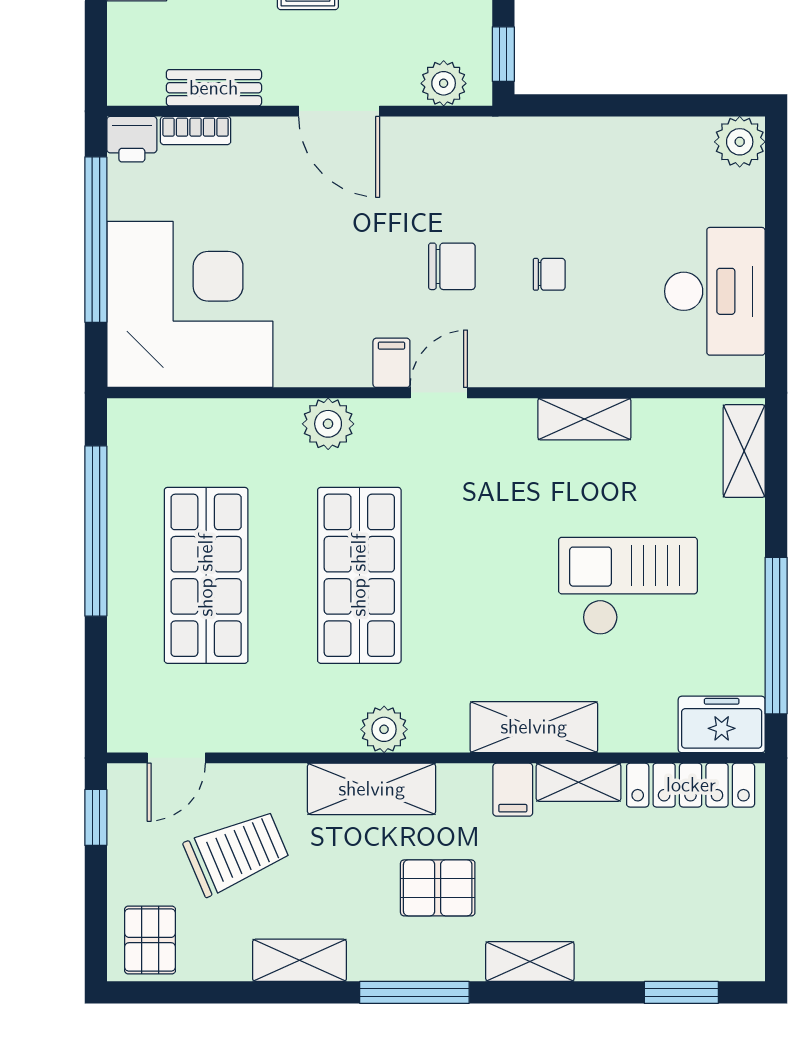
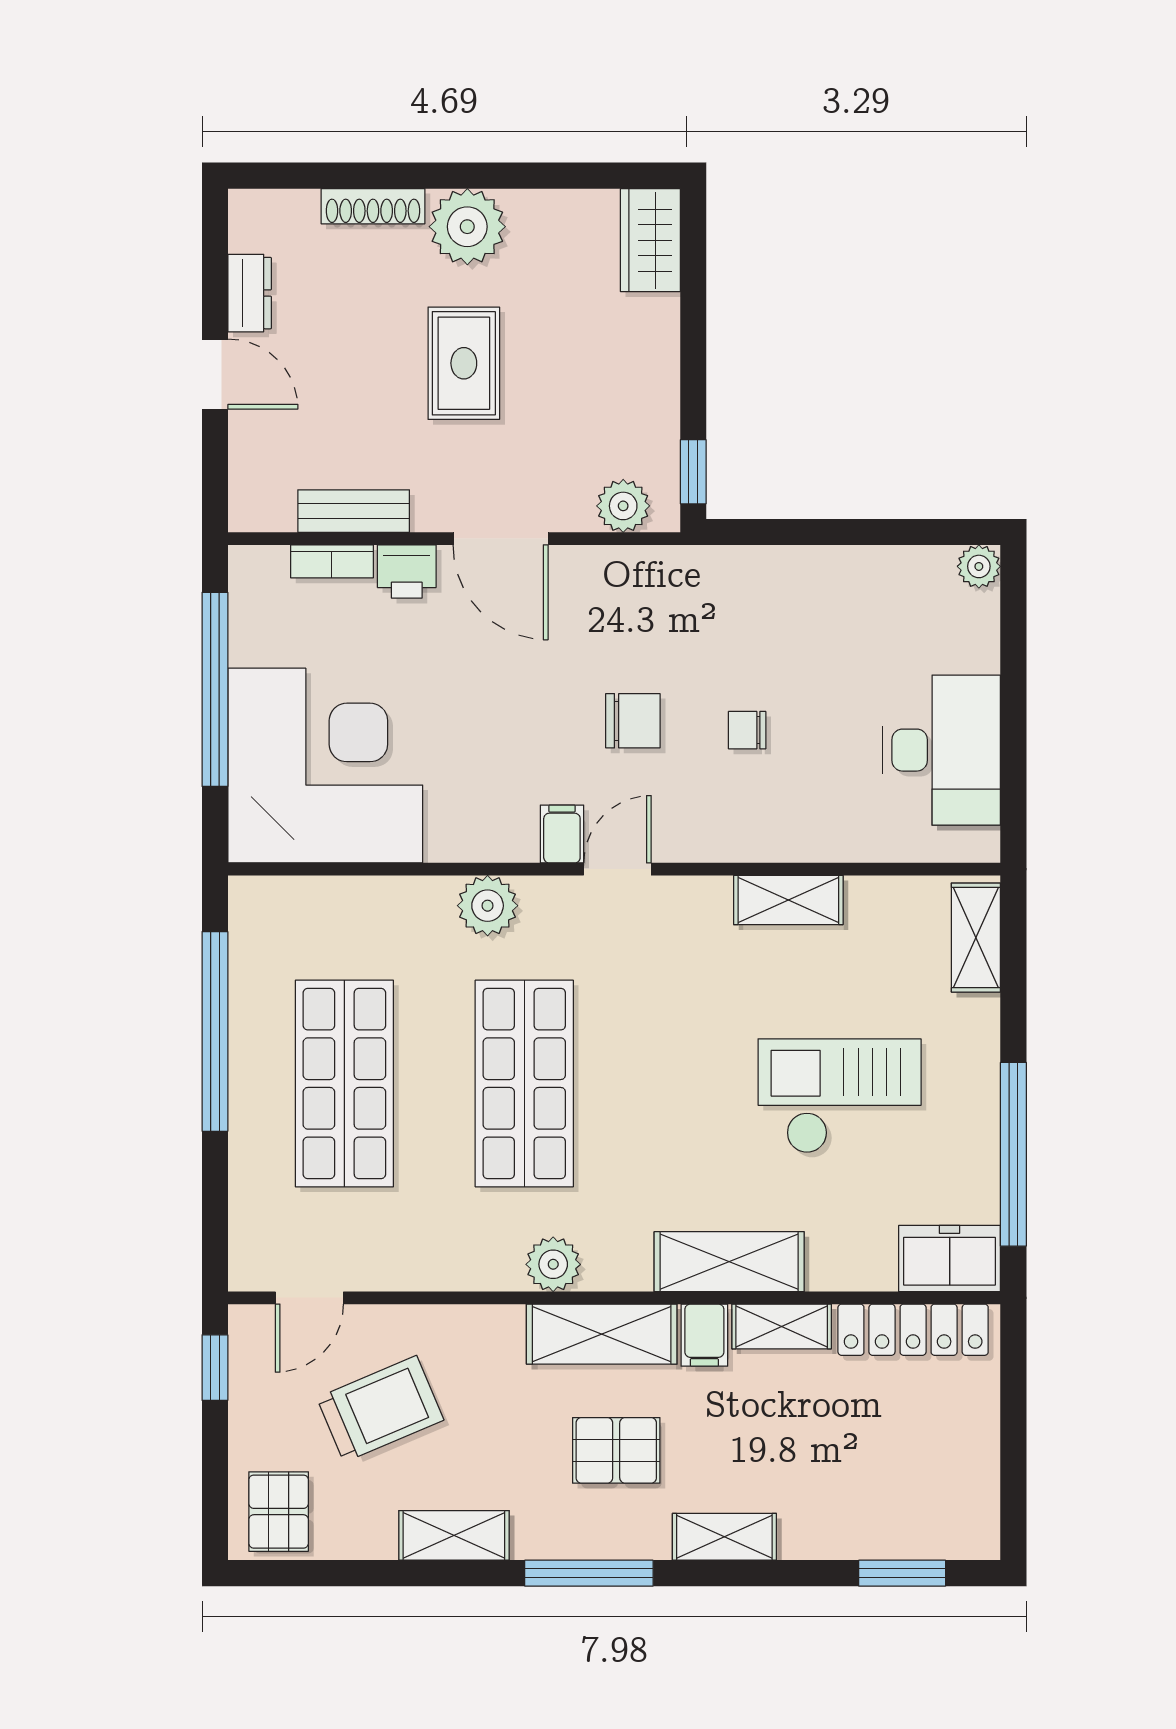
printer: (132, 139) -> (407, 572), moved
plant: (740, 142) -> (979, 566), width x0.73, depth x0.73
chair: (549, 274) -> (747, 730), turned 180
shelving: (372, 789) -> (602, 1334), moved

